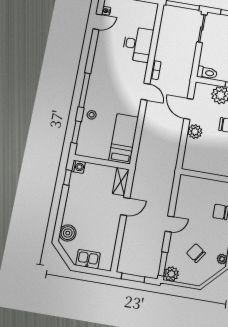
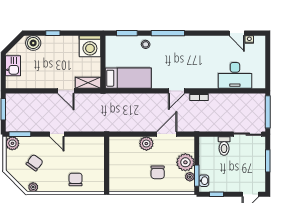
desk: (138, 44) -> (235, 75), moved
toilet: (207, 73) -> (224, 146), moved
washing machine: (78, 167) -> (90, 46), width x1.89, depth x1.89
window: (68, 177) -> (53, 33), moved

